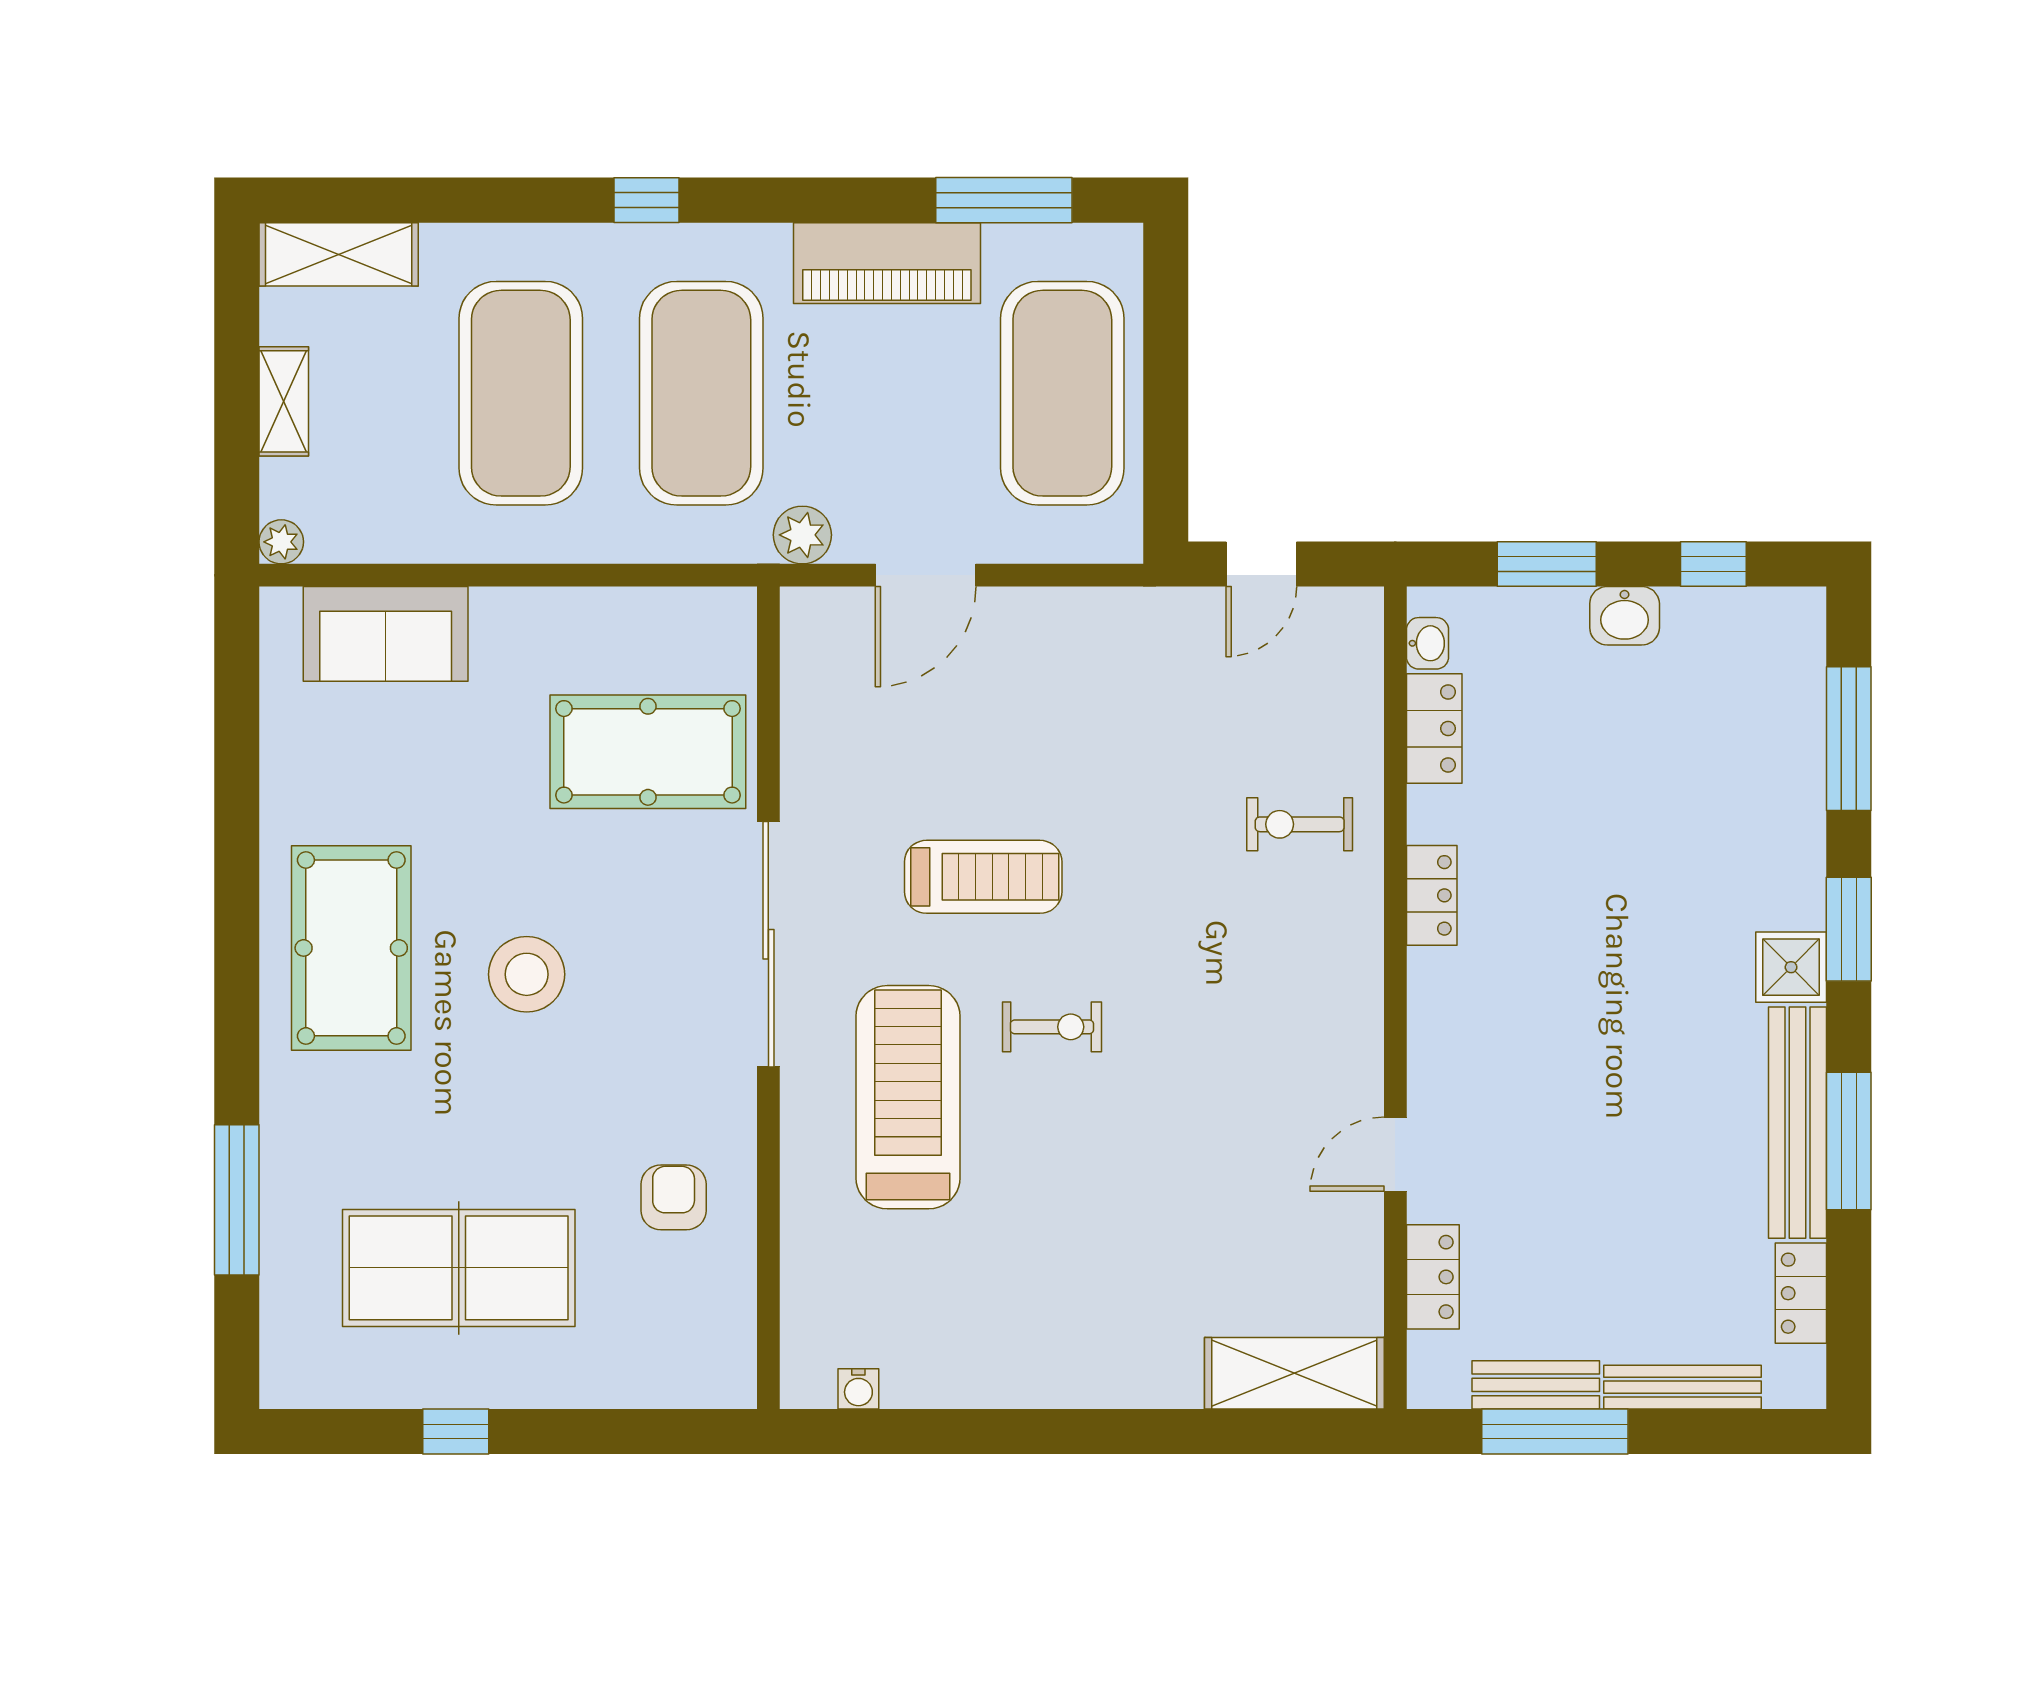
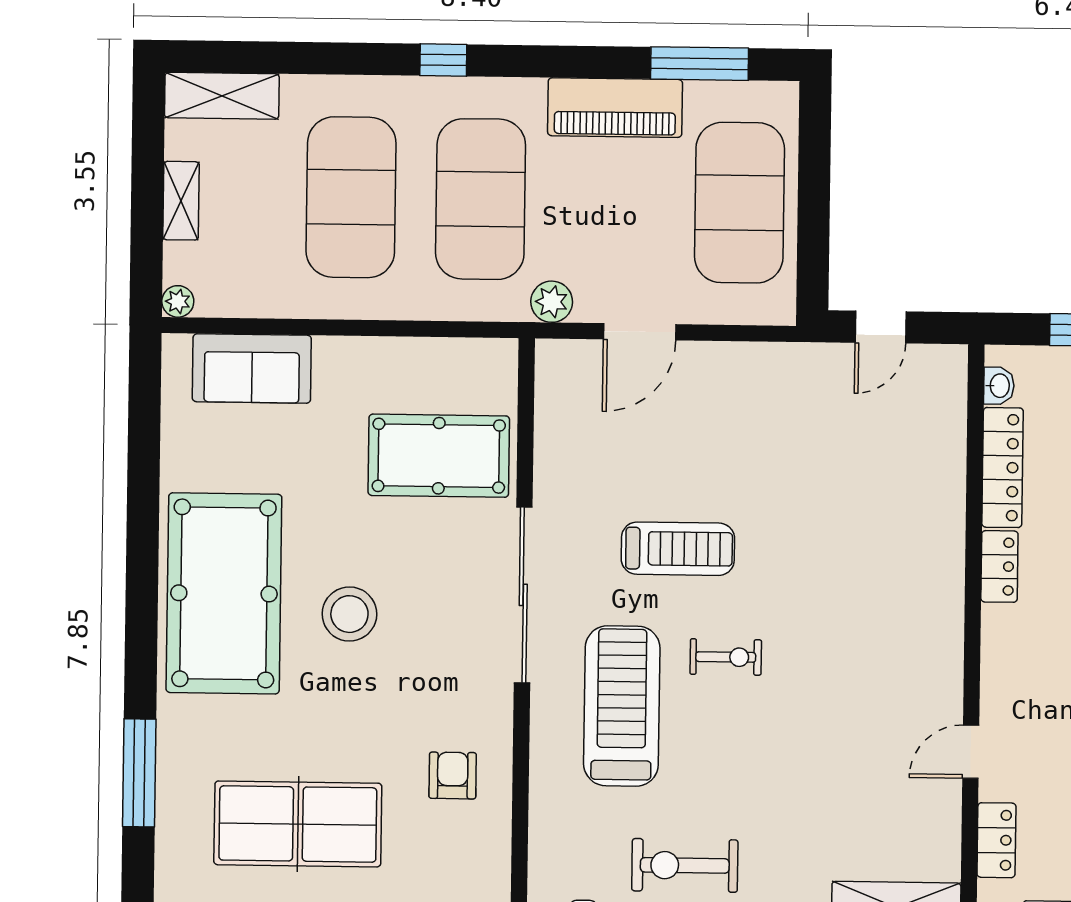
locker: (1434, 728) -> (1003, 468), width x1.53
exercise bike: (1300, 824) -> (685, 865), moved, width x1.38, depth x1.39
pool table: (351, 948) -> (224, 593), width x1.36, depth x1.32

